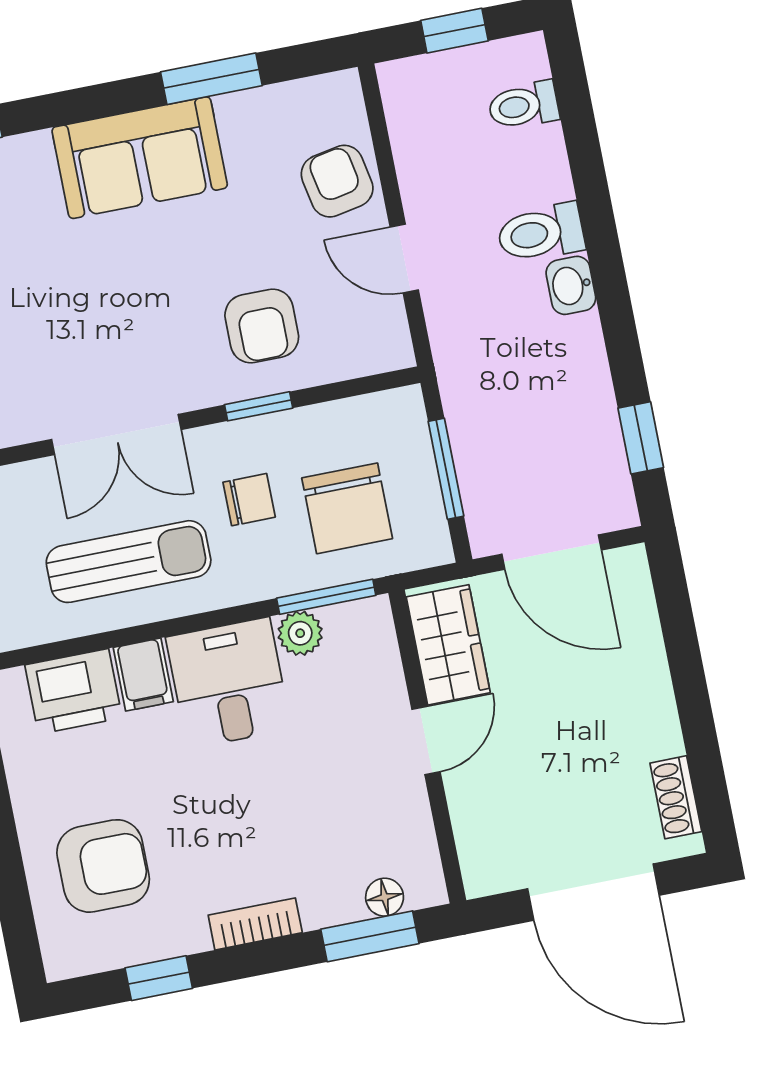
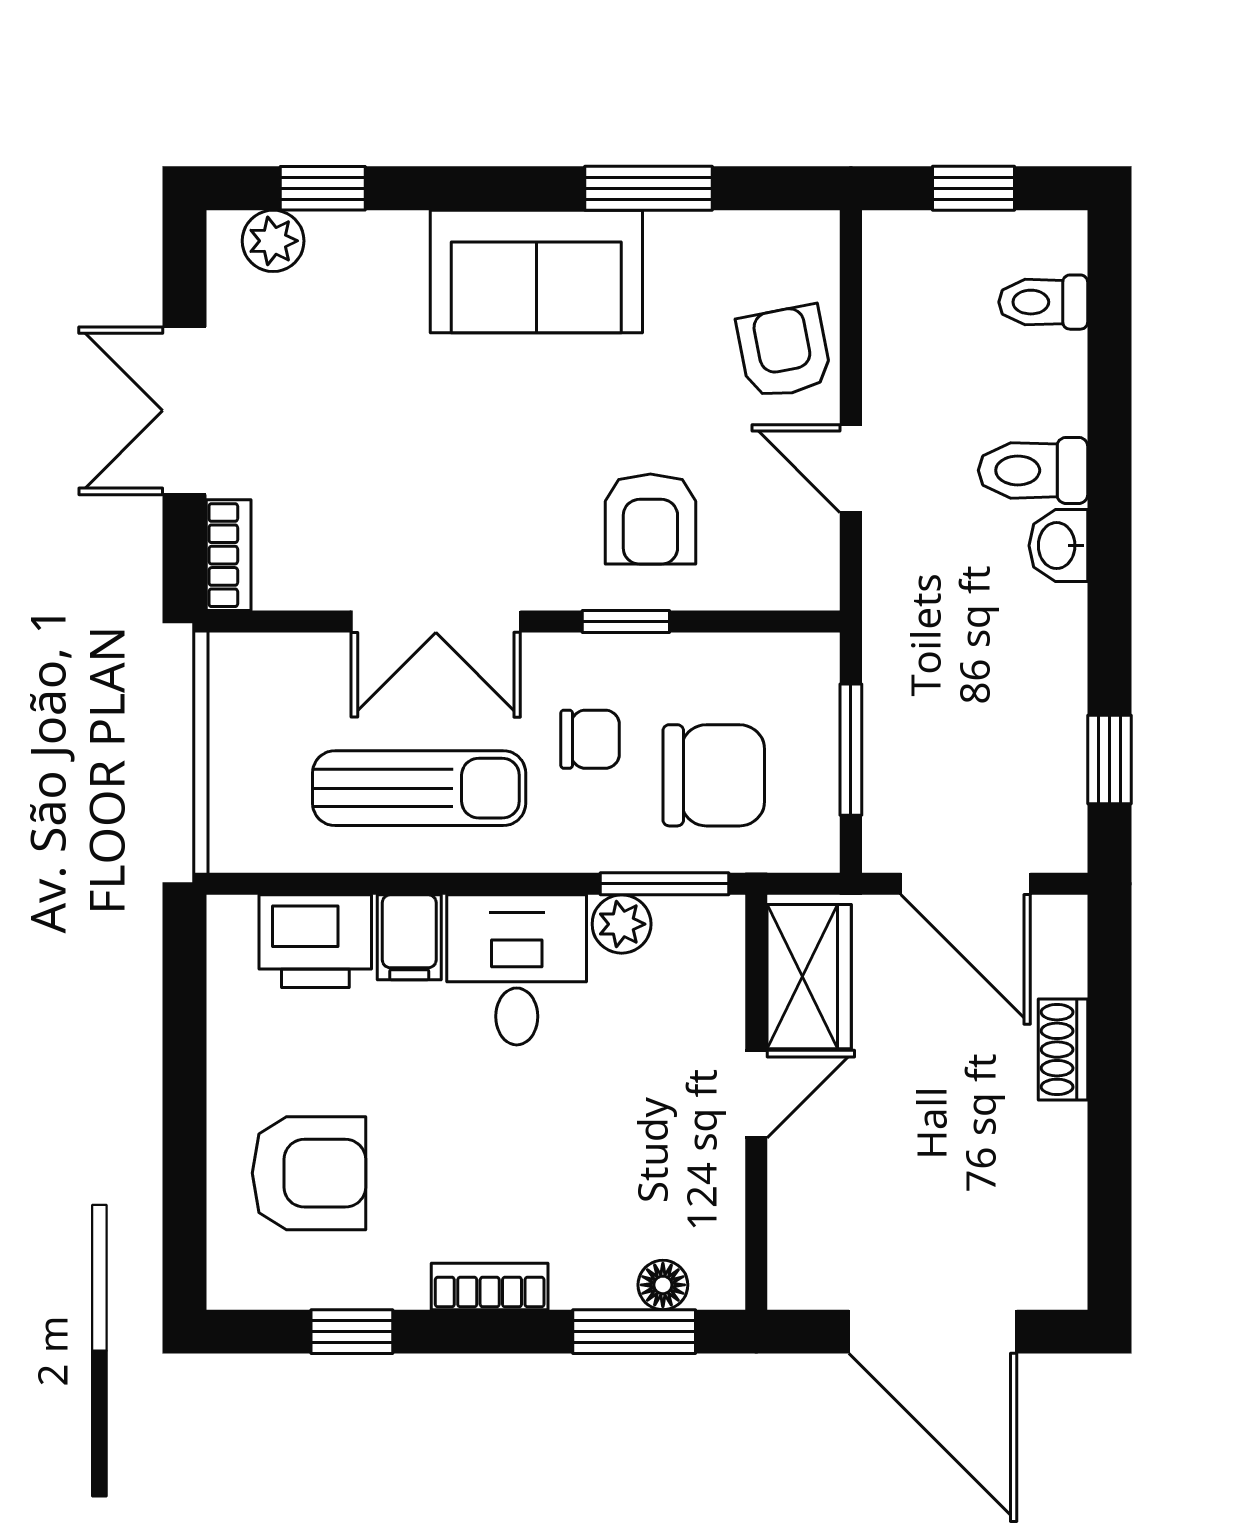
chair: (347, 508) -> (714, 775), turned -90
shoe rack: (676, 797) -> (1063, 1050), moved

